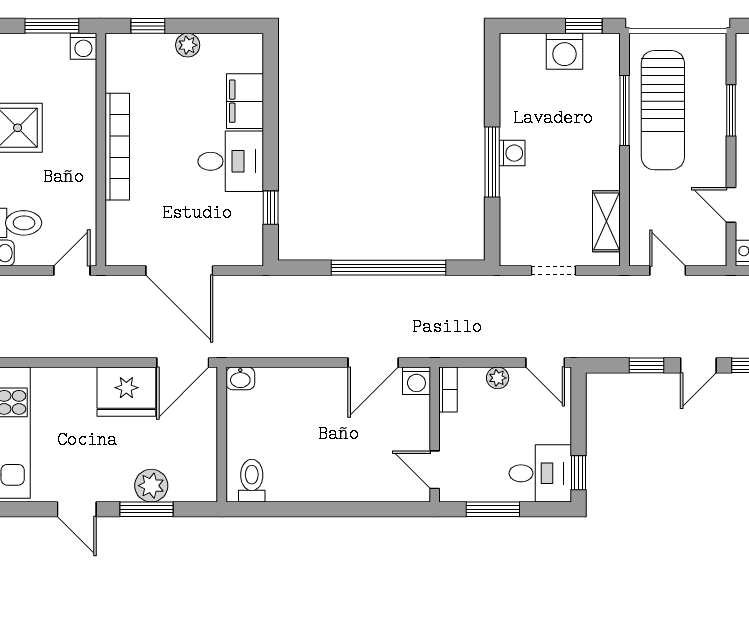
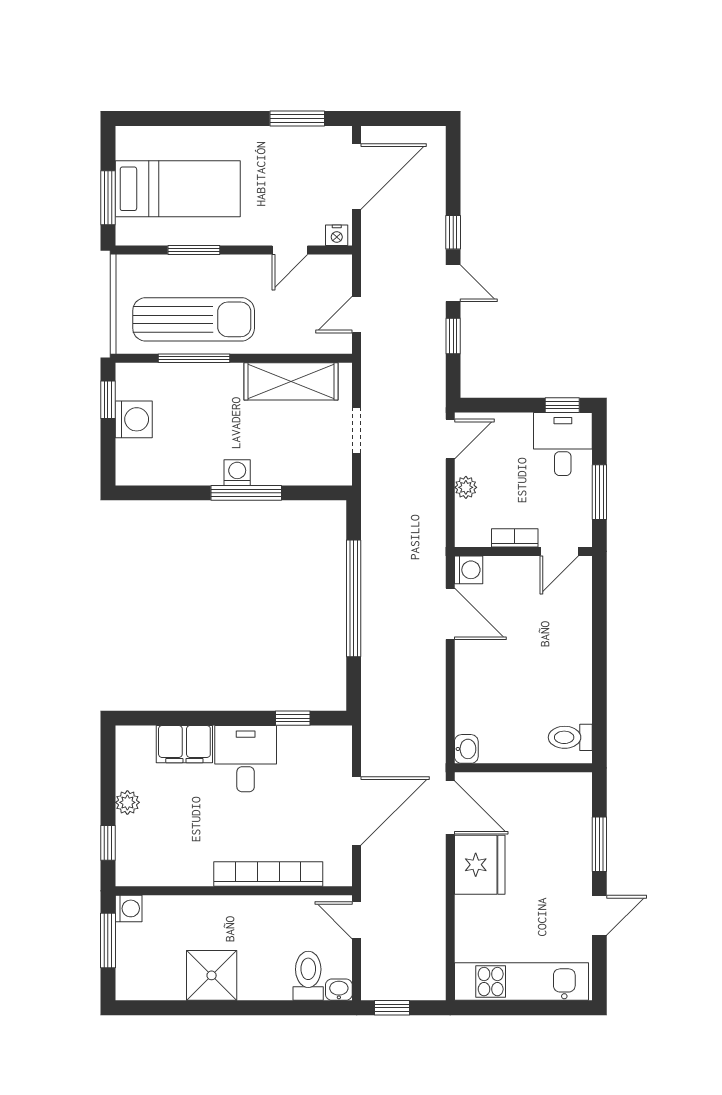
bookcase: (117, 147) -> (268, 874), moved
shelving: (606, 221) -> (291, 381), width x1.50, depth x1.33
bookcase: (448, 390) -> (515, 538), moved
plant: (151, 486) -> (575, 840), removed

